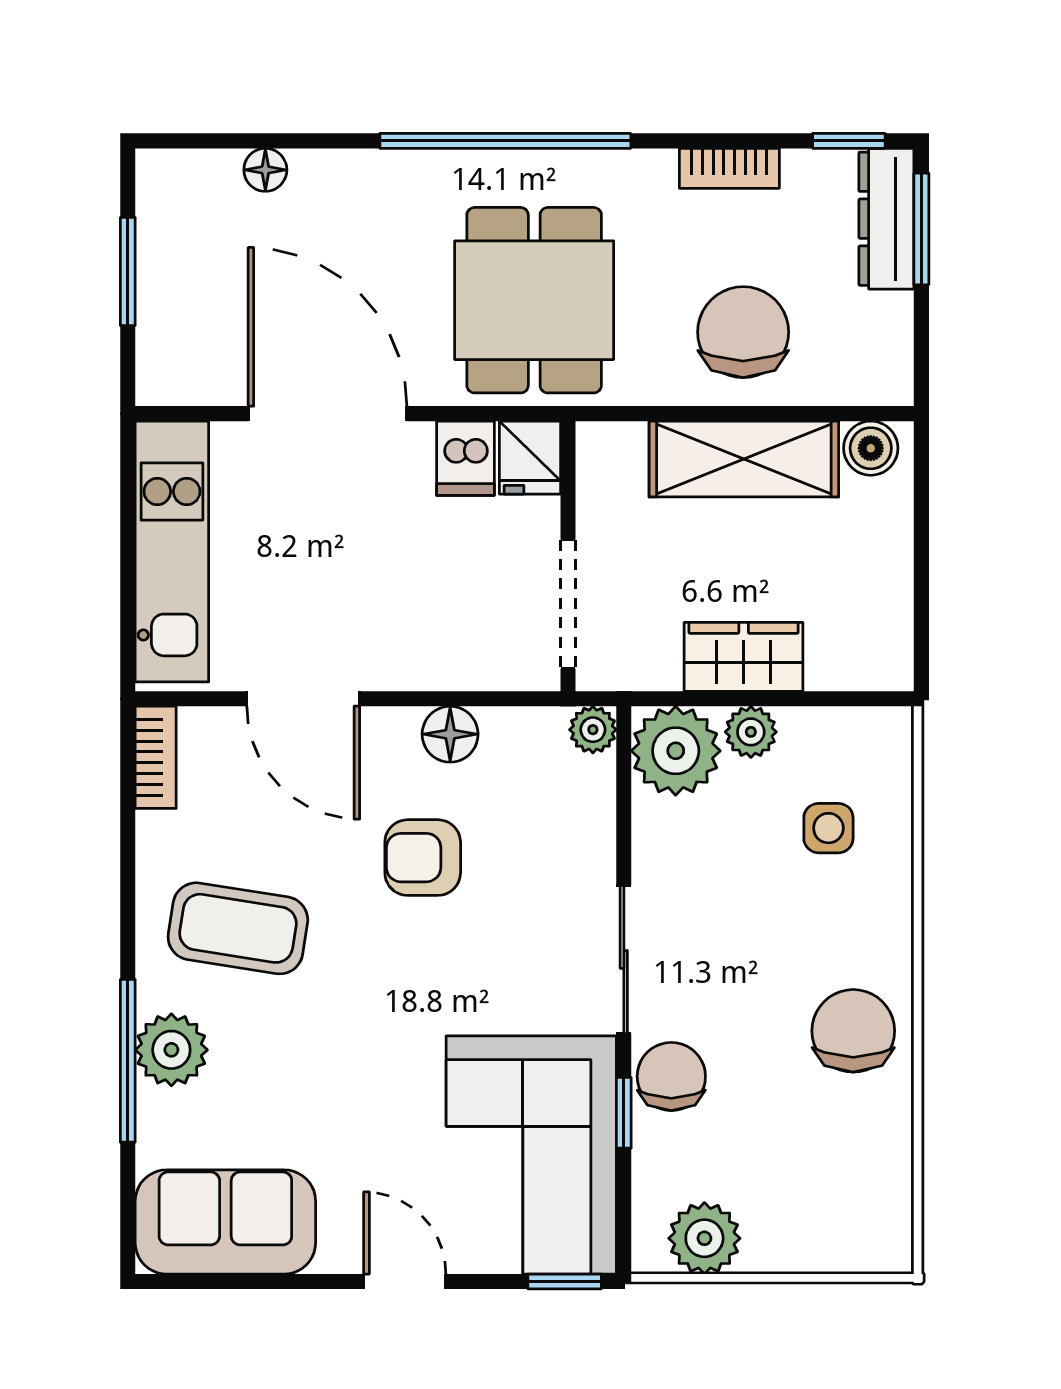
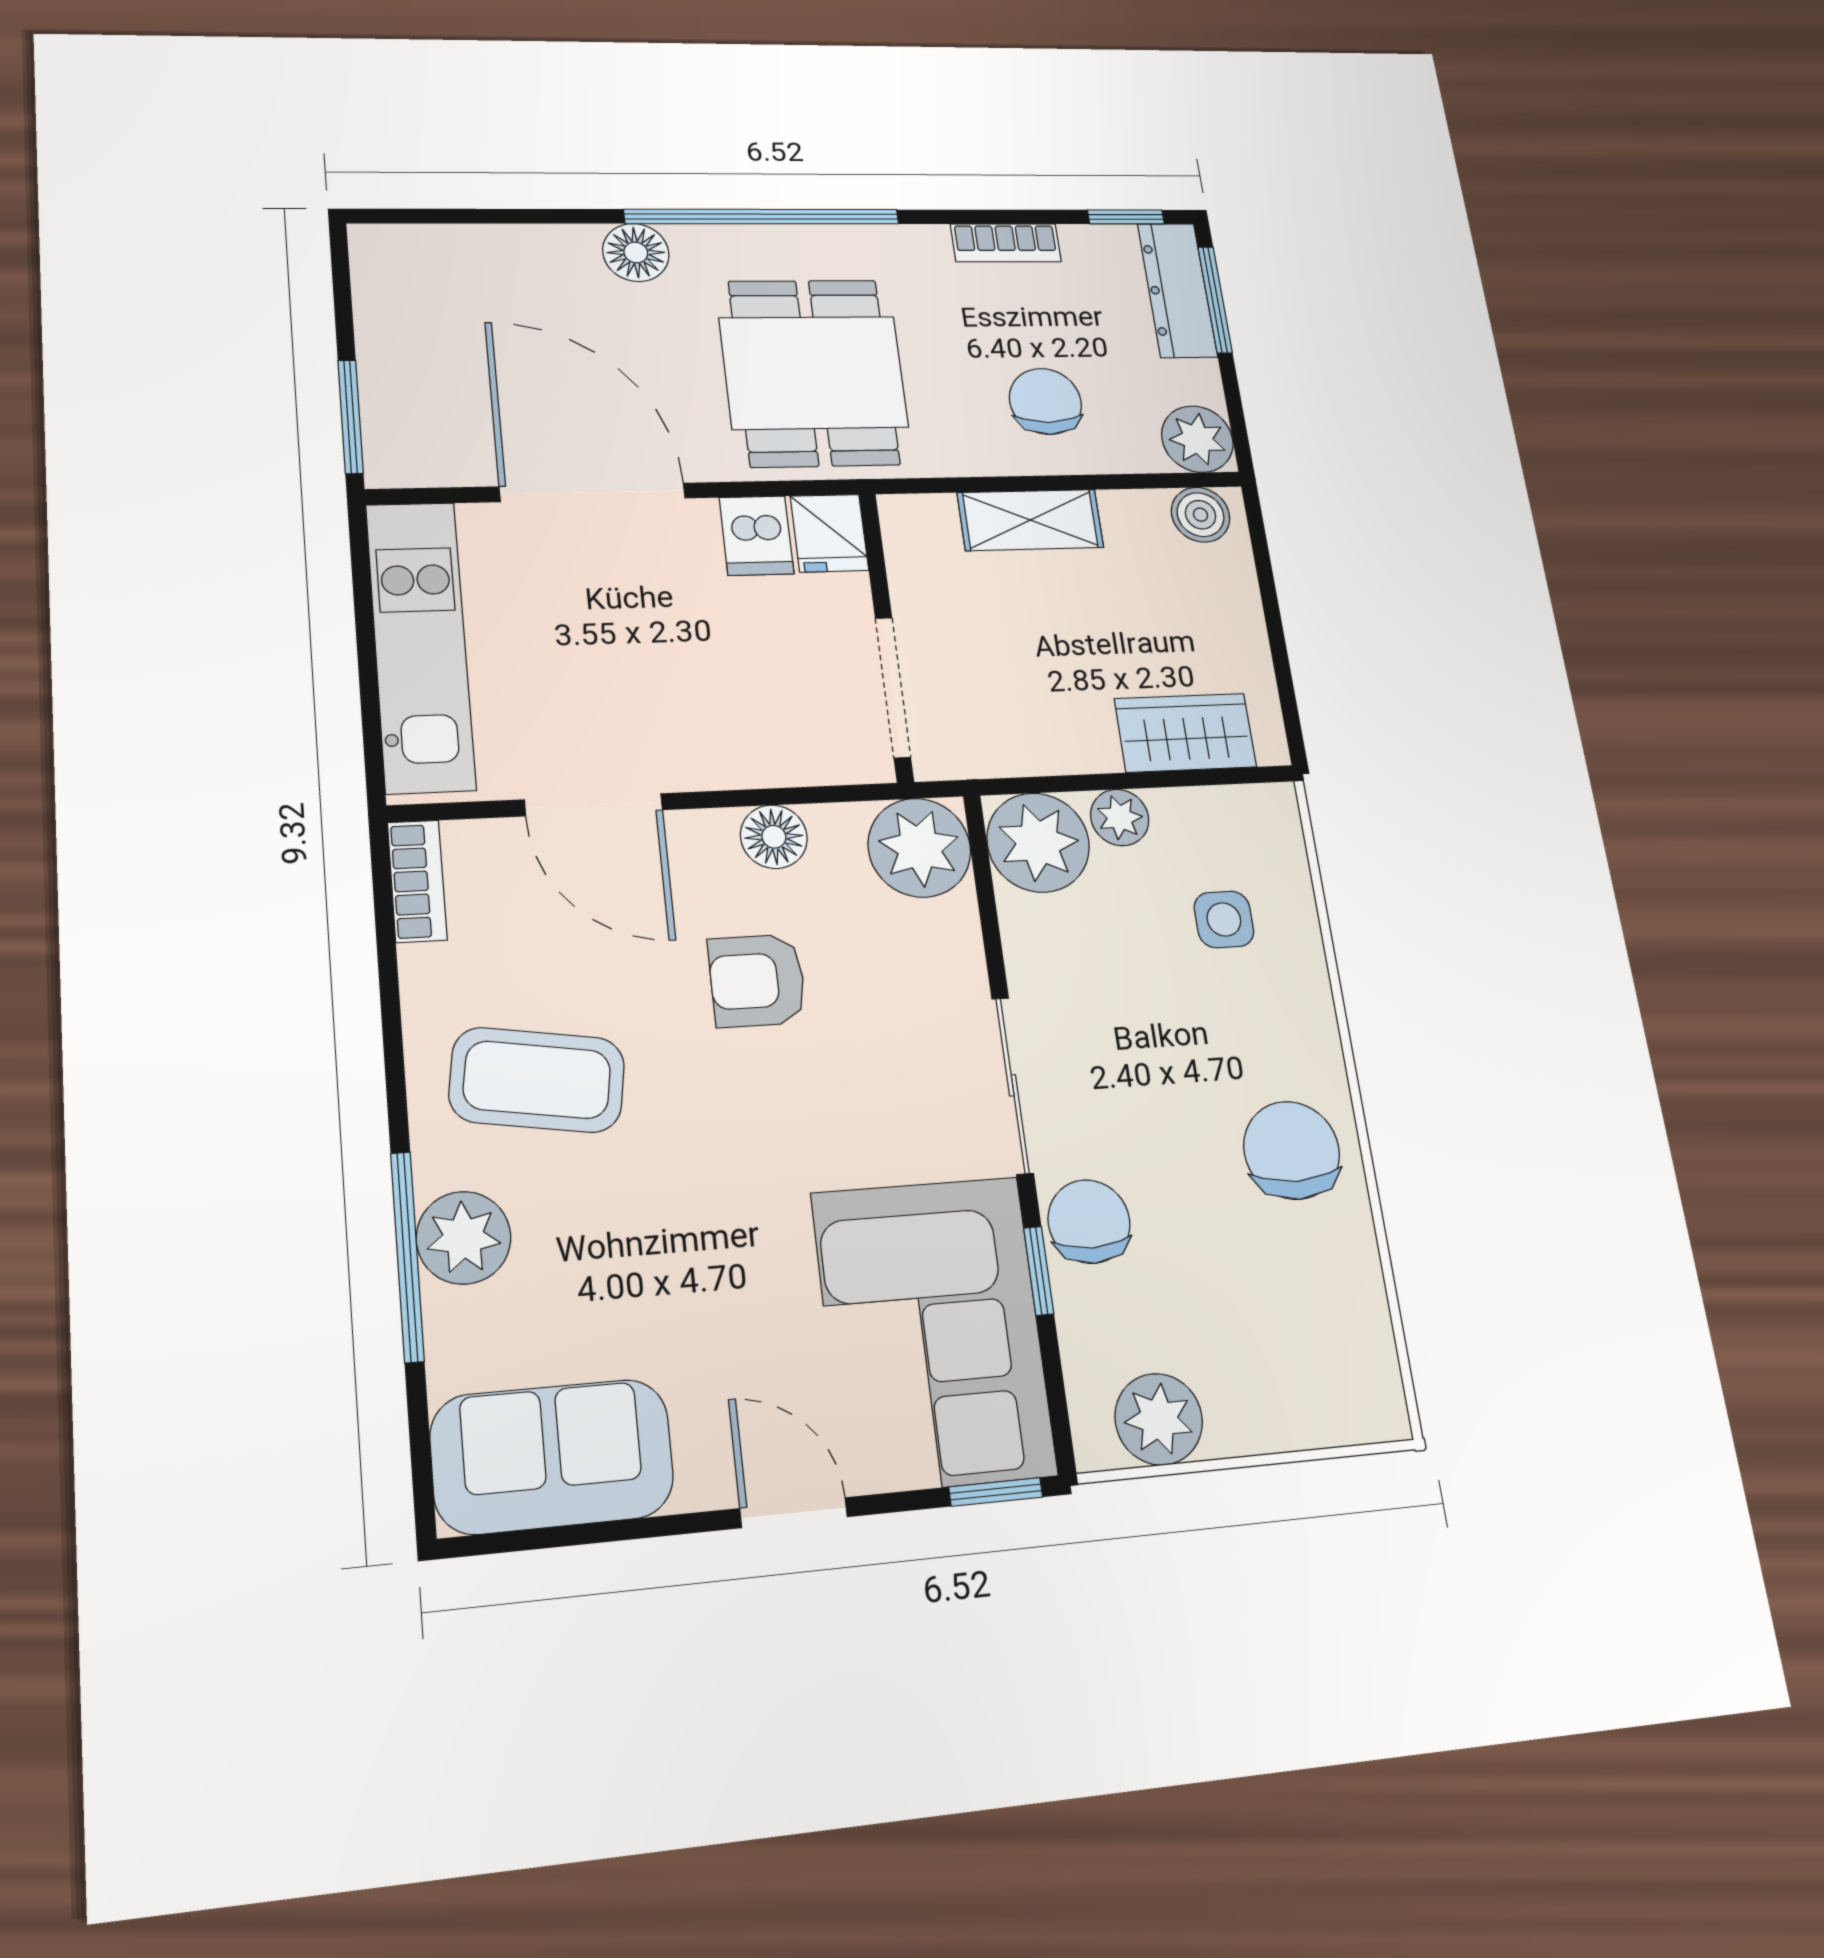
floor lamp: (265, 170) -> (636, 252), moved, width x1.37, depth x1.37
window: (128, 271) -> (351, 417), moved
chair: (743, 332) -> (1045, 401), width x0.73, depth x0.73
plant: (880, 373) -> (1197, 439), added
shelving: (744, 459) -> (1030, 520), width x0.67, depth x0.75
wardrobe: (744, 657) -> (1185, 733), moved
plant: (593, 730) -> (919, 848), width x1.88, depth x1.88

